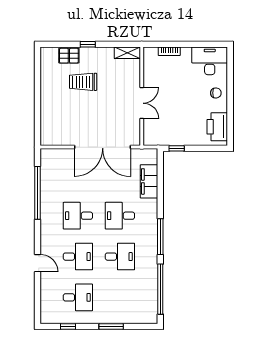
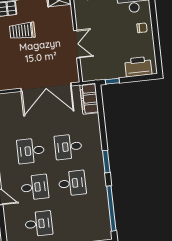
printer: (217, 127) -> (138, 67), moved, turned 90
filing cabinet: (149, 181) -> (89, 99), moved
window: (160, 237) -> (106, 162), width x0.69

